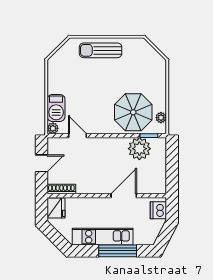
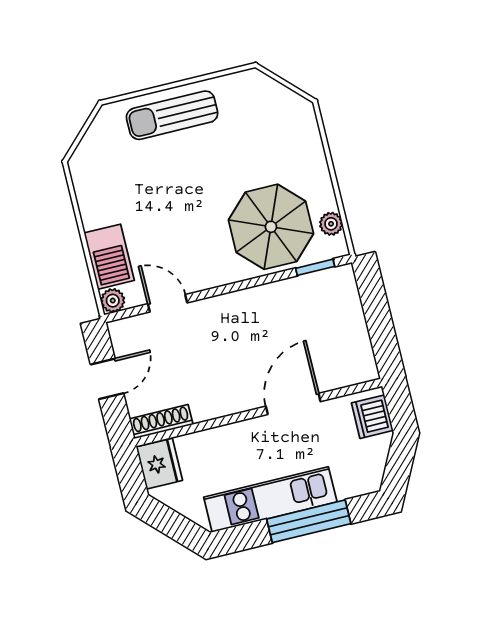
plant: (139, 149) -> (302, 299), removed

